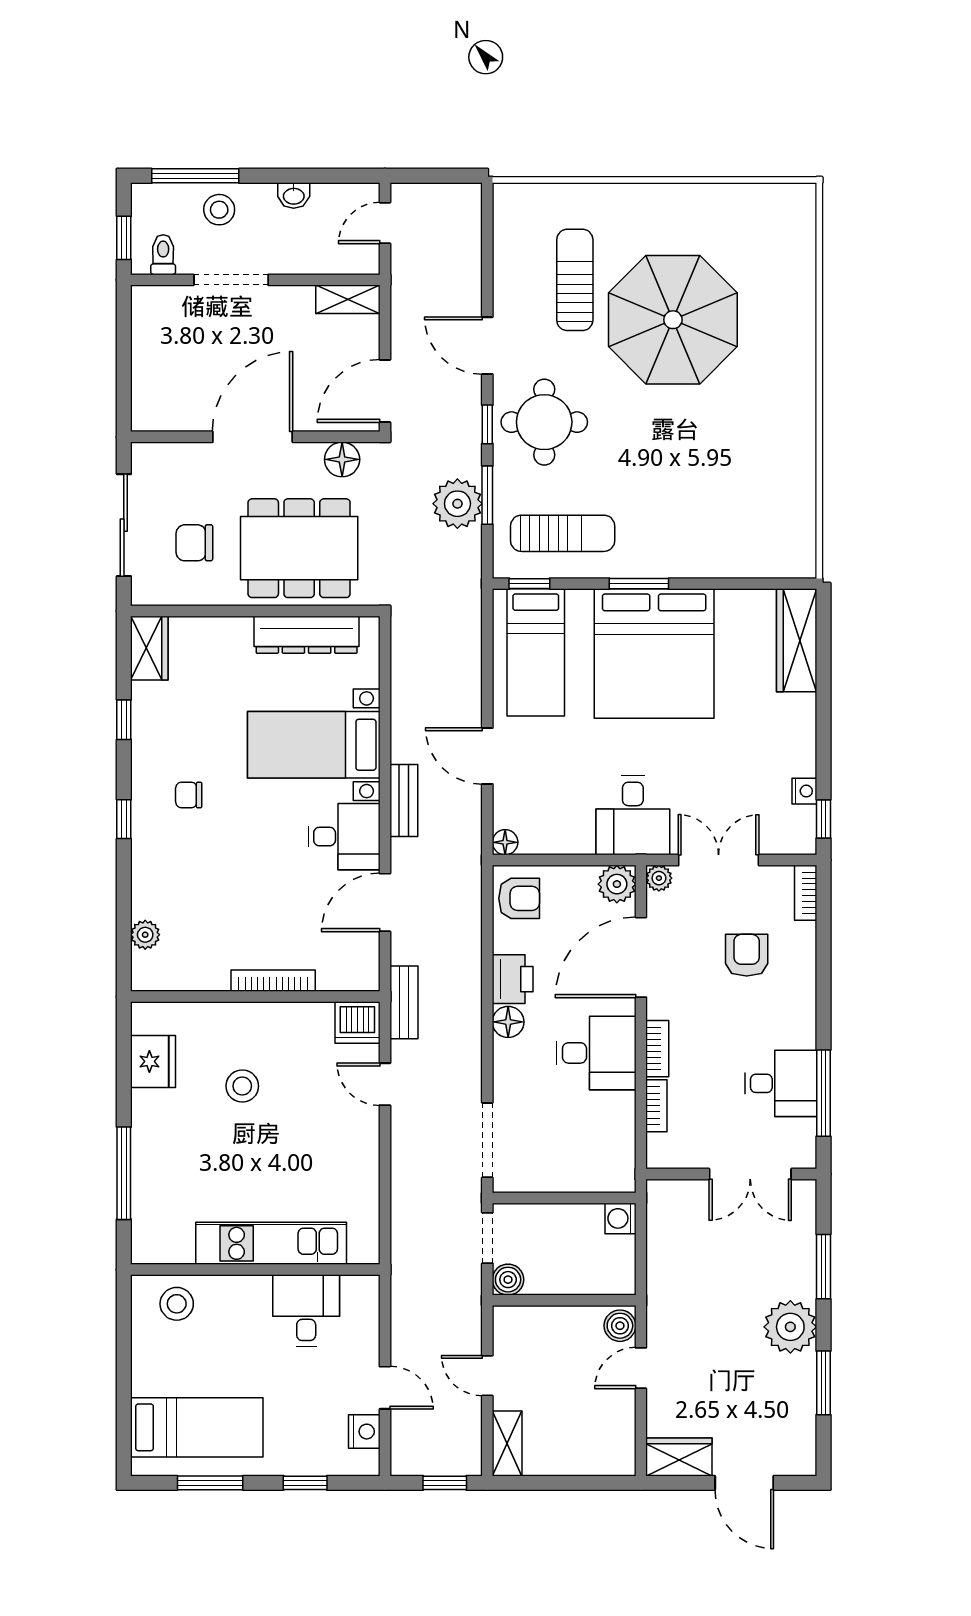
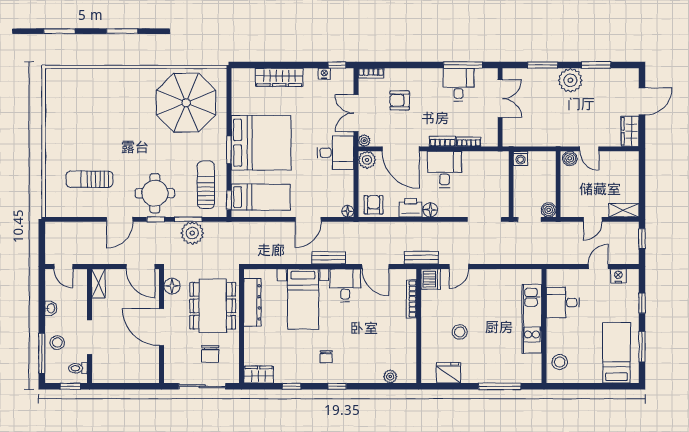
parasol: (673, 320) -> (186, 103), moved
wardrobe: (797, 640) -> (279, 77), moved
bookcase: (273, 981) -> (411, 299), moved

